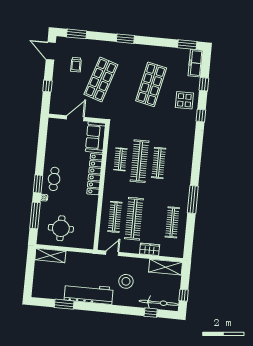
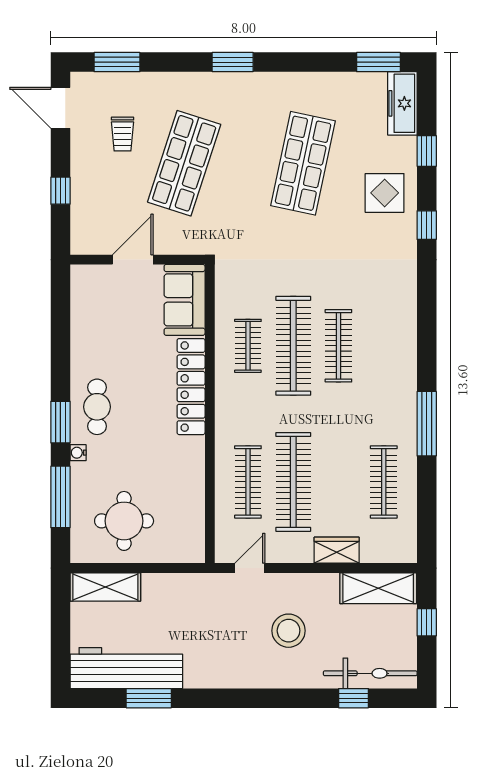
workbench: (89, 294) -> (126, 668), moved
window: (184, 295) -> (427, 622), moved

